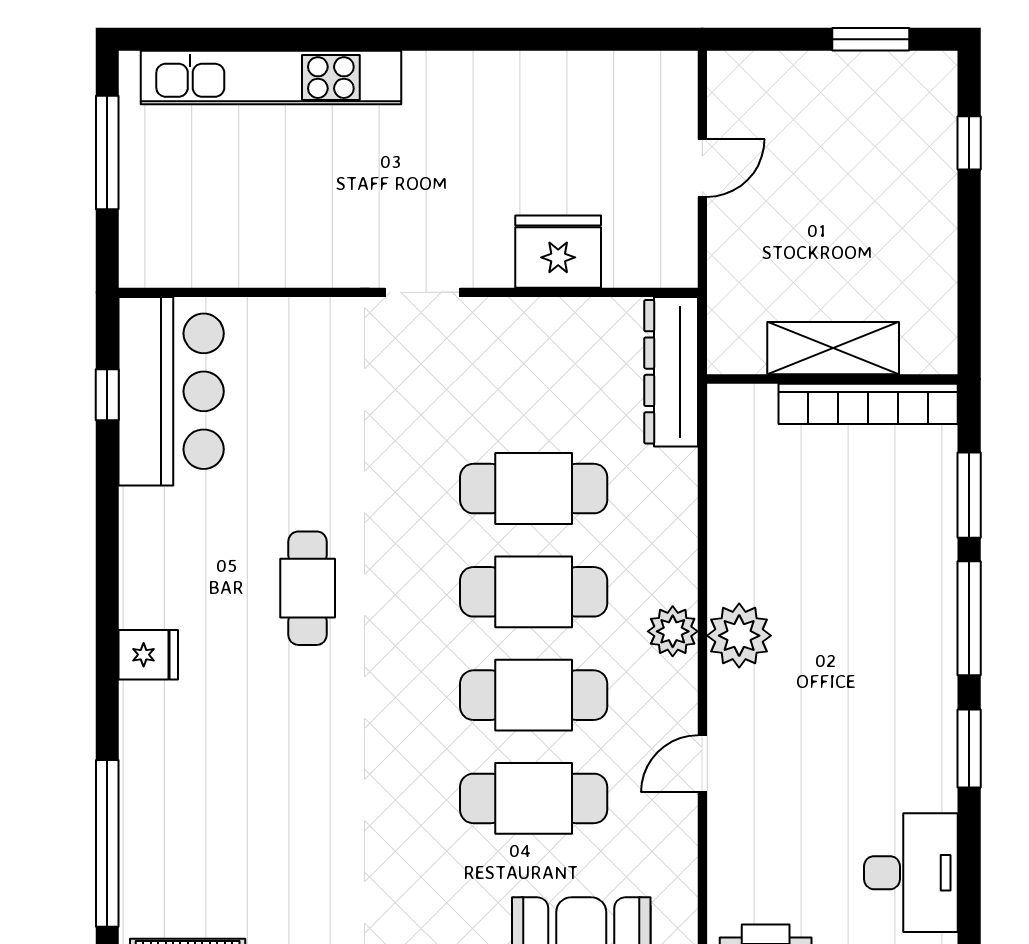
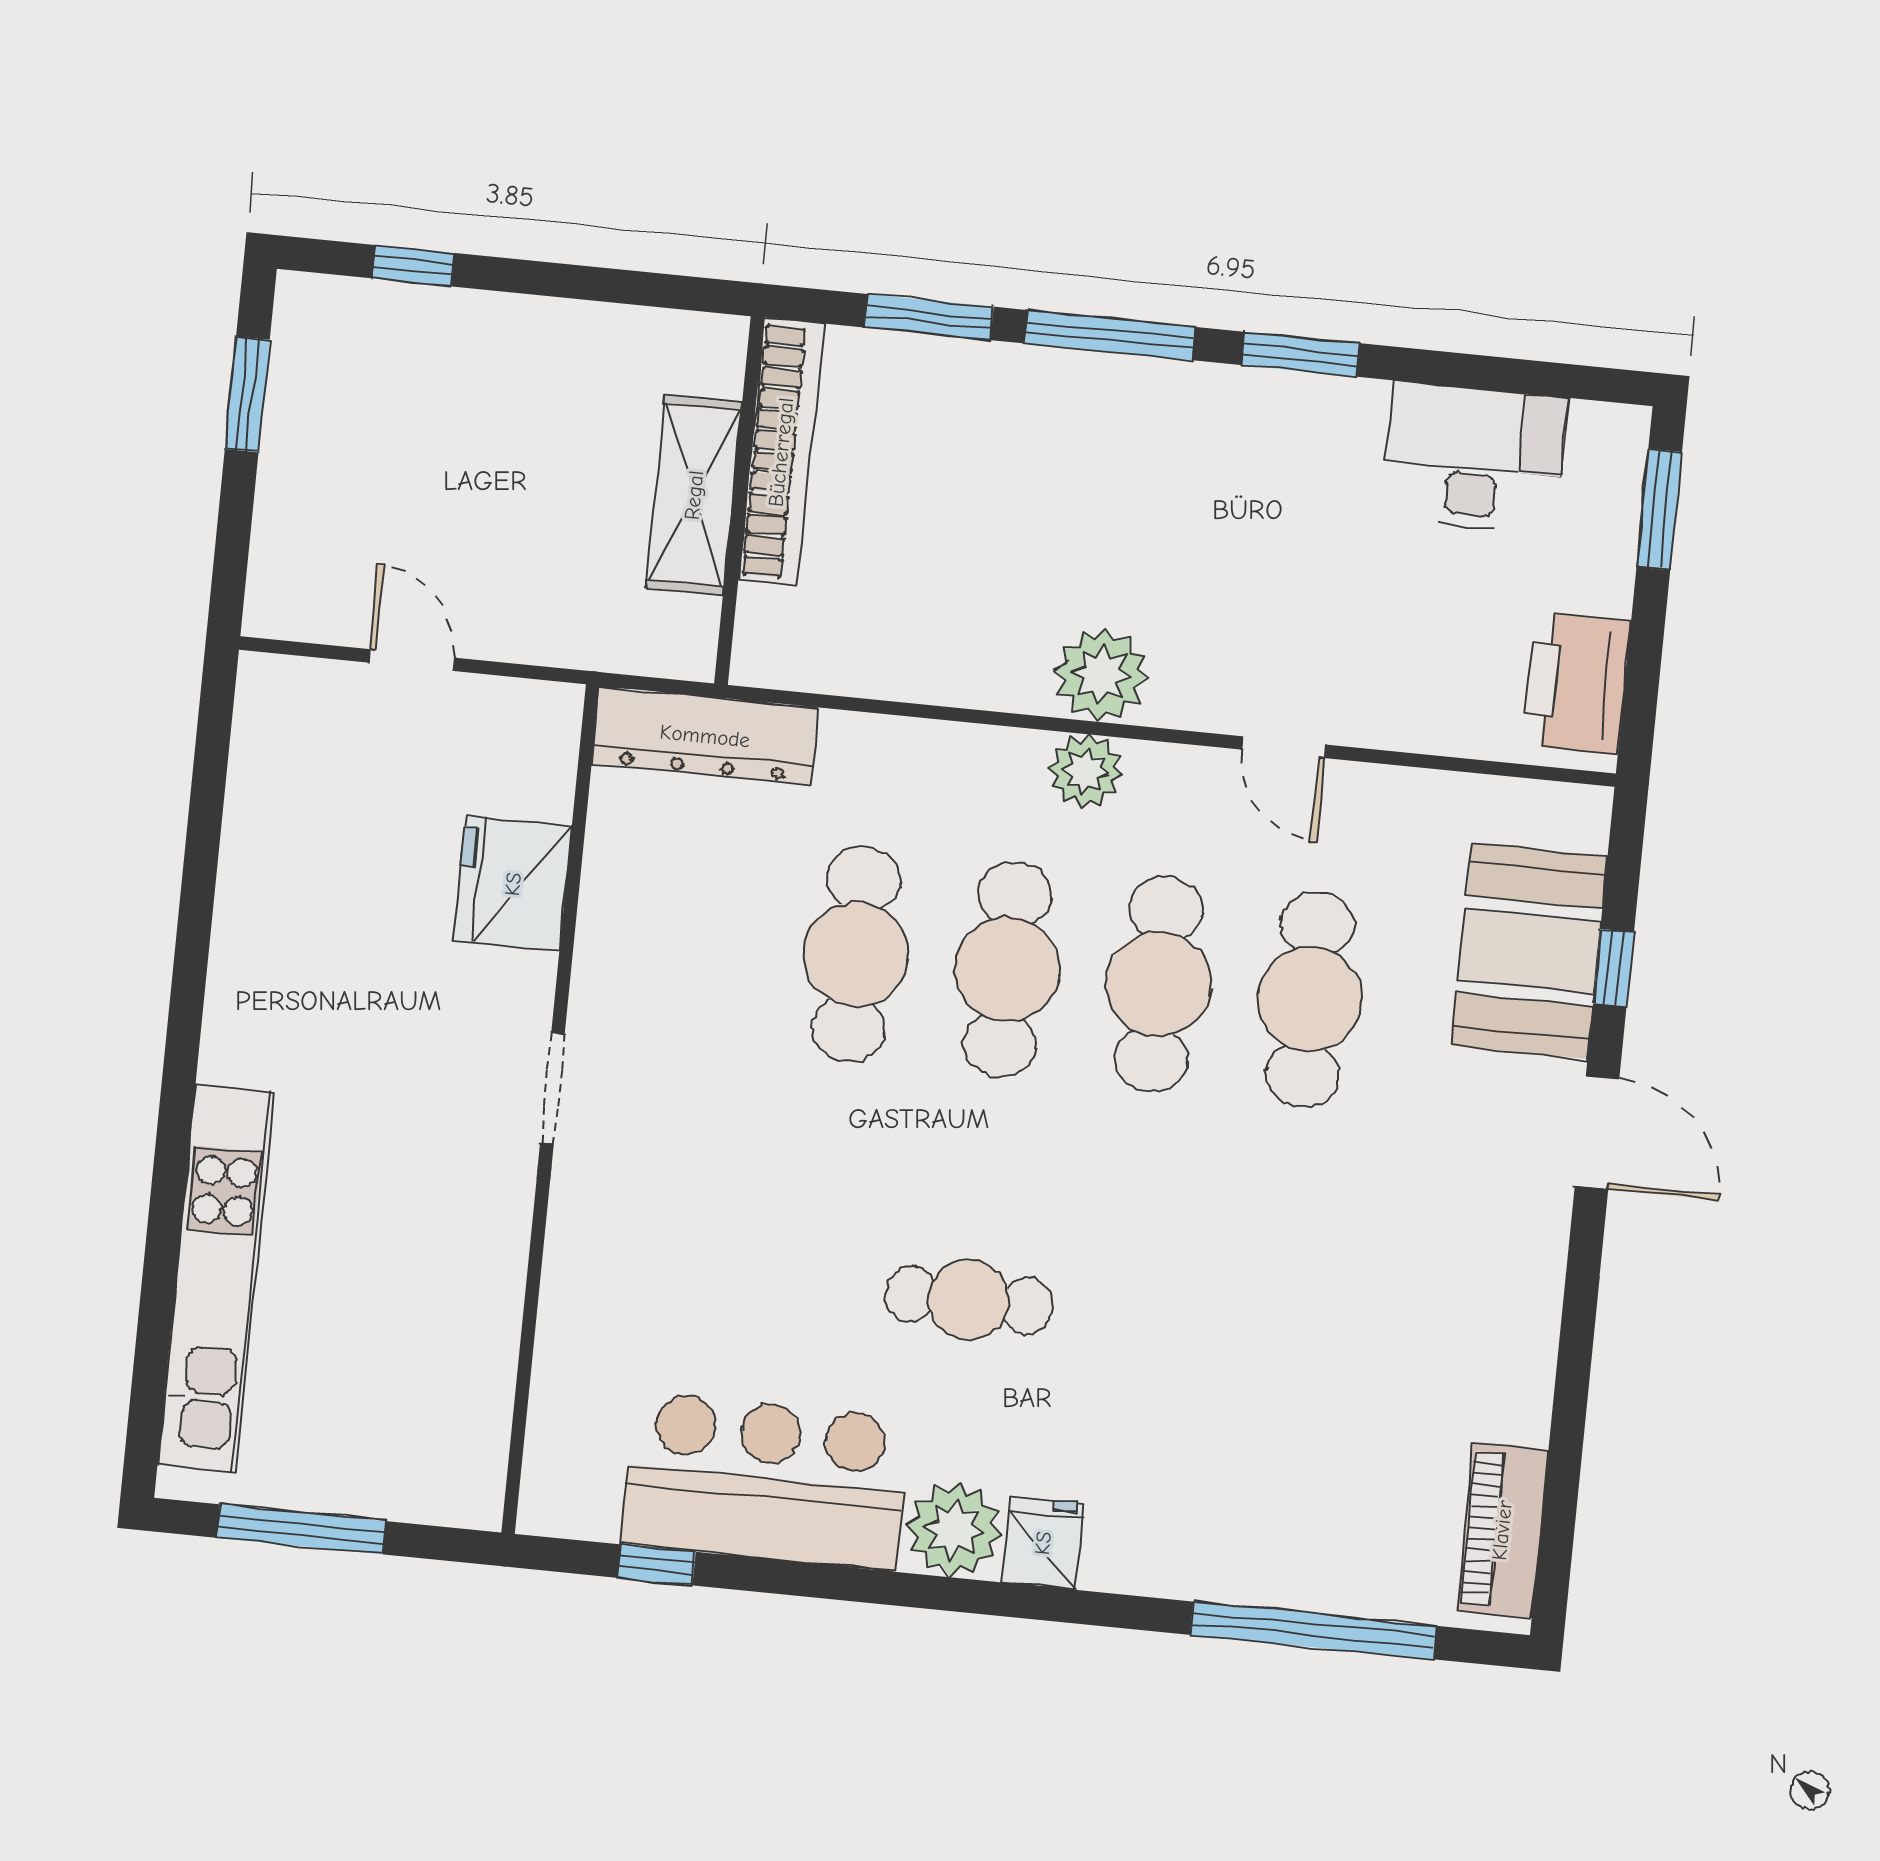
bar counter: (171, 391) -> (766, 1481), moved
plant: (151, 594) -> (954, 1529), added

